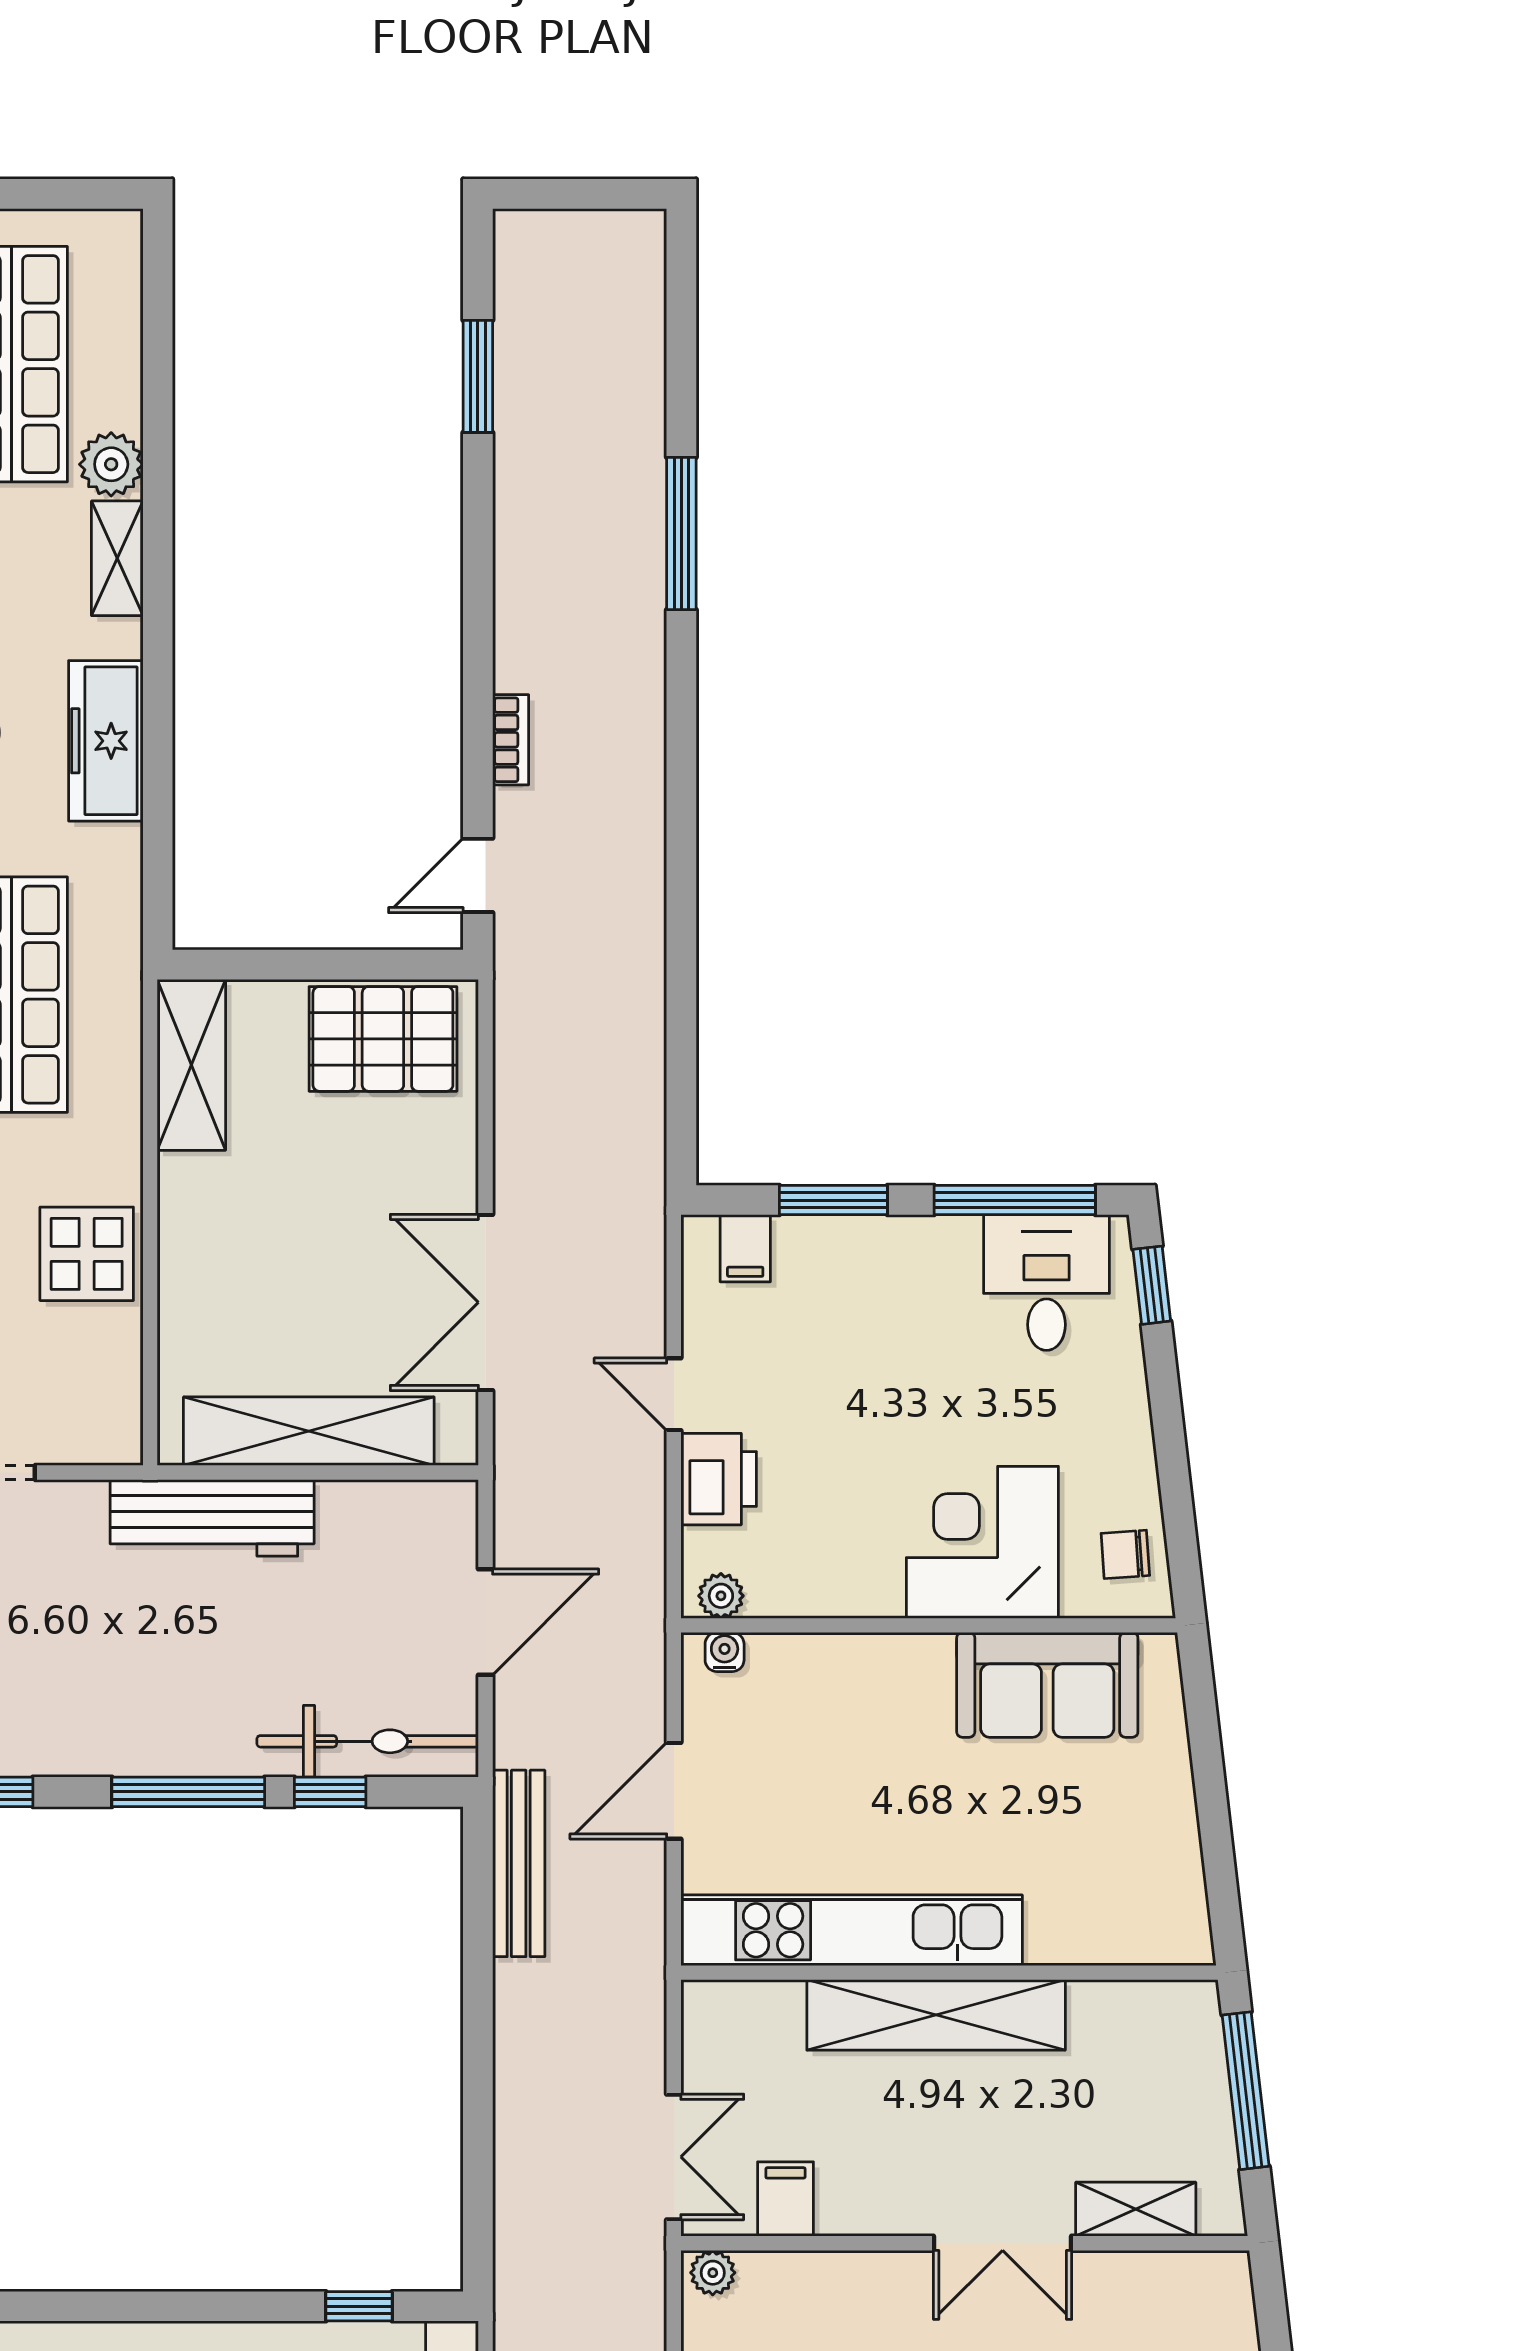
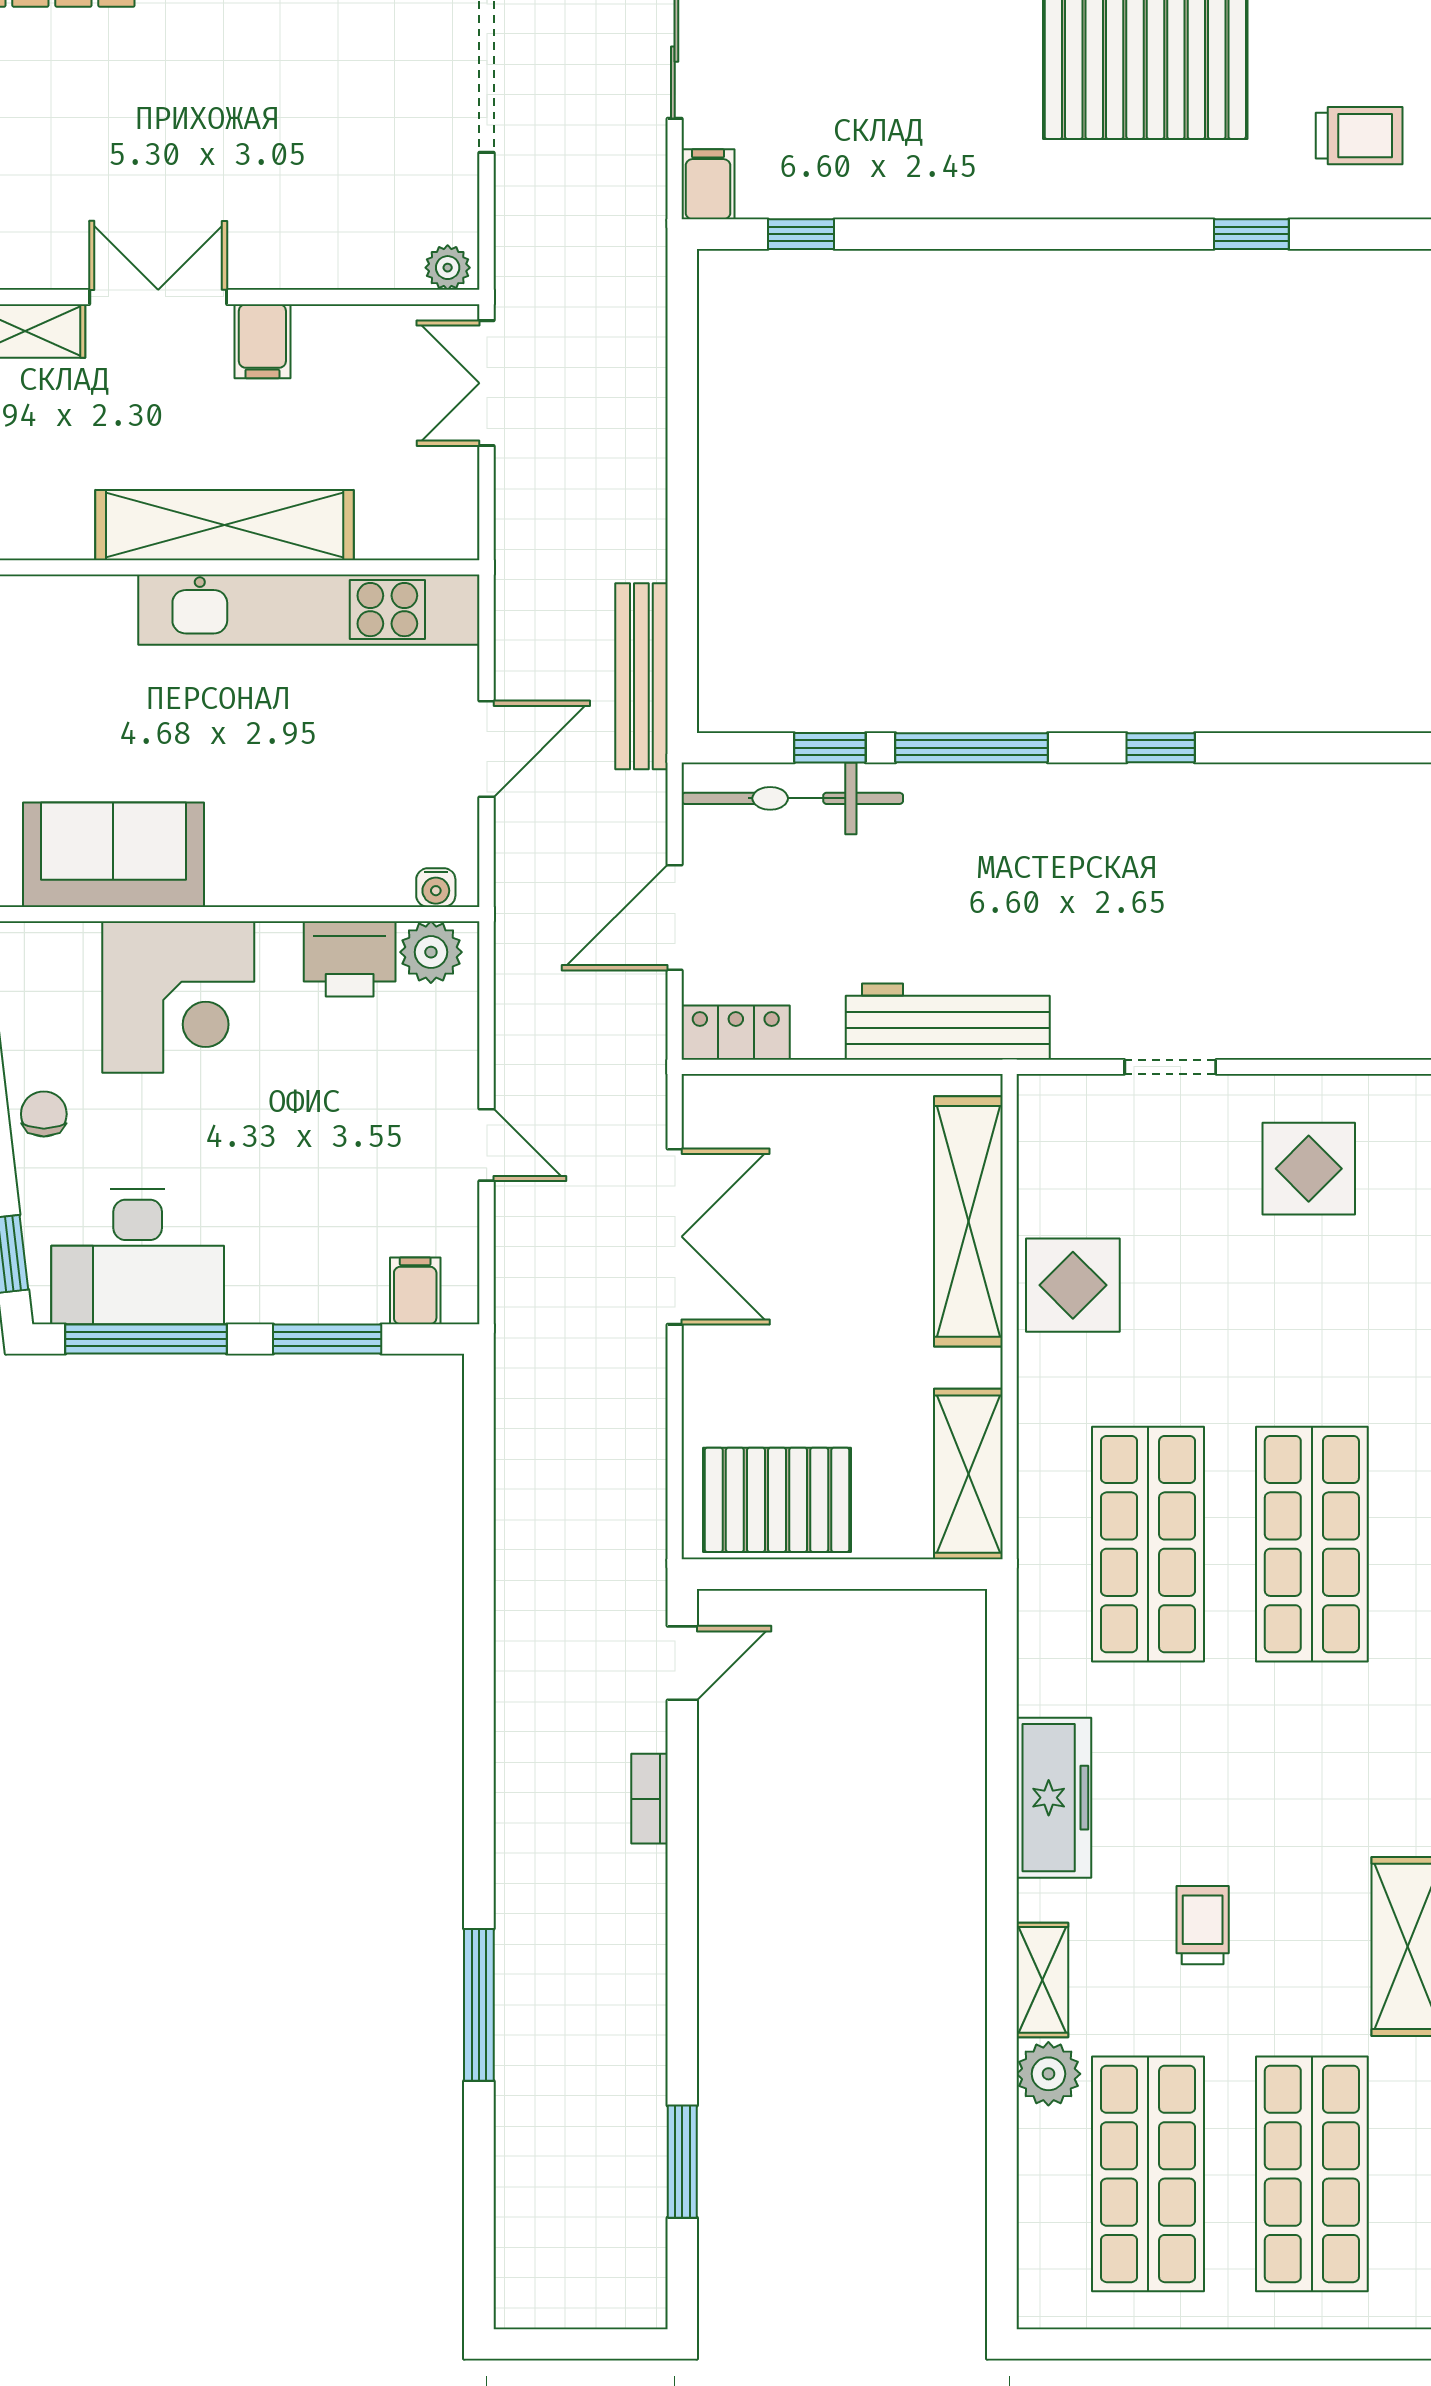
desk: (1047, 1283) -> (138, 1256), width x1.37
shelving: (309, 1431) -> (968, 1221), moved, turned 90
printer: (719, 1479) -> (350, 959), moved, turned -90
locker: (424, 1507) -> (736, 1033), added
chair: (1125, 1554) -> (44, 1114), moved, turned -86
plant: (721, 1596) -> (431, 952), width x1.38, depth x1.38
filing cabinet: (785, 2199) -> (262, 341), moved

